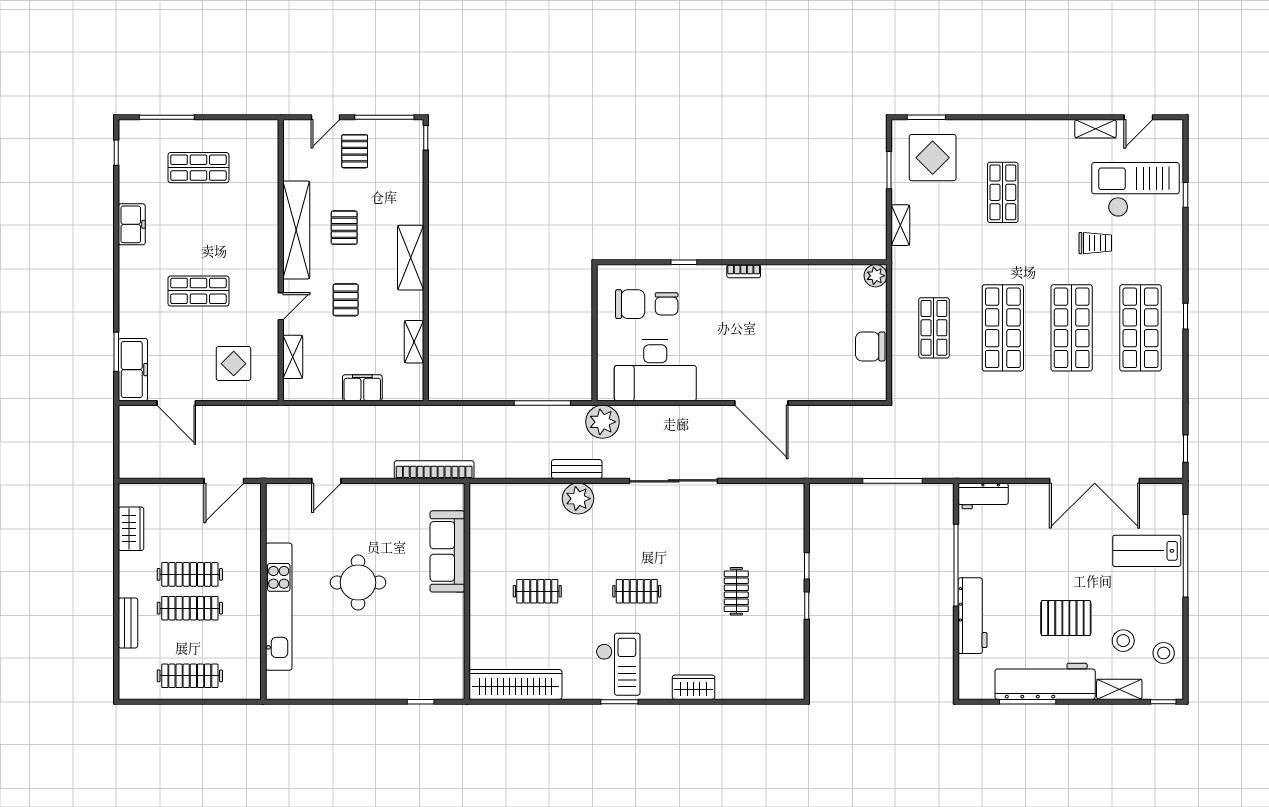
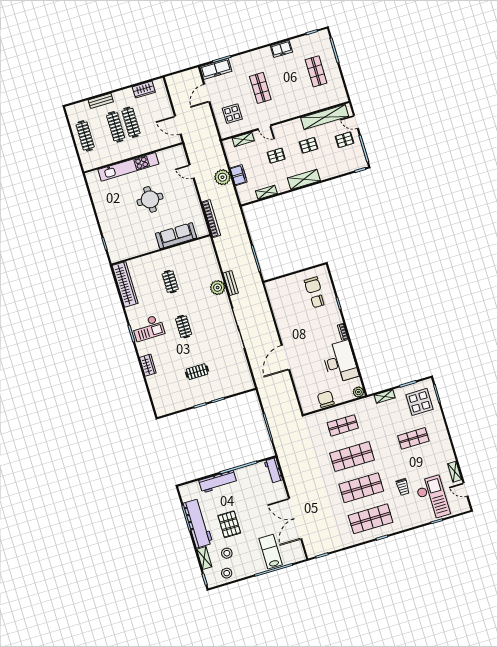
shelving: (296, 230) -> (325, 117), moved
desk: (655, 370) -> (340, 362), moved, turned 180
plant: (603, 422) -> (222, 177), moved

